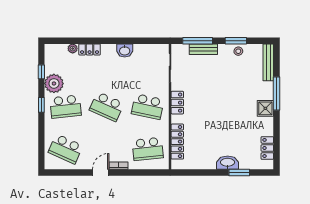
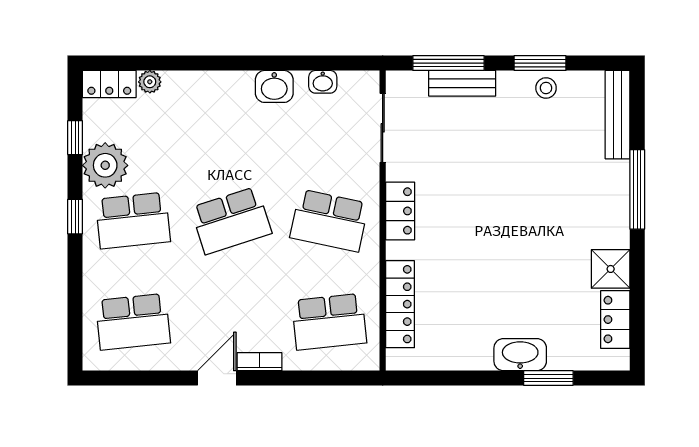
locker: (90, 49) -> (109, 84), moved
washbasin: (145, 49) -> (323, 82), added
school desk: (107, 107) -> (231, 221), turned -42
shower: (265, 108) -> (611, 269), moved
school desk: (66, 149) -> (133, 322), turned -30

